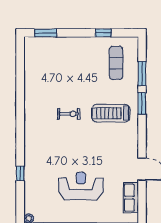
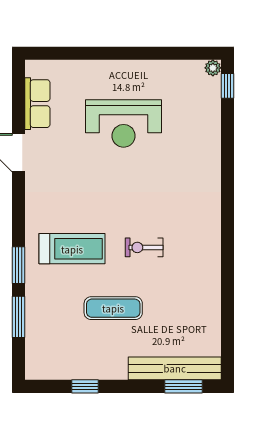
bench: (51, 43) -> (175, 368), added
exercise mat: (116, 63) -> (113, 308), moved, turned 90
window: (20, 174) -> (227, 86), moved

